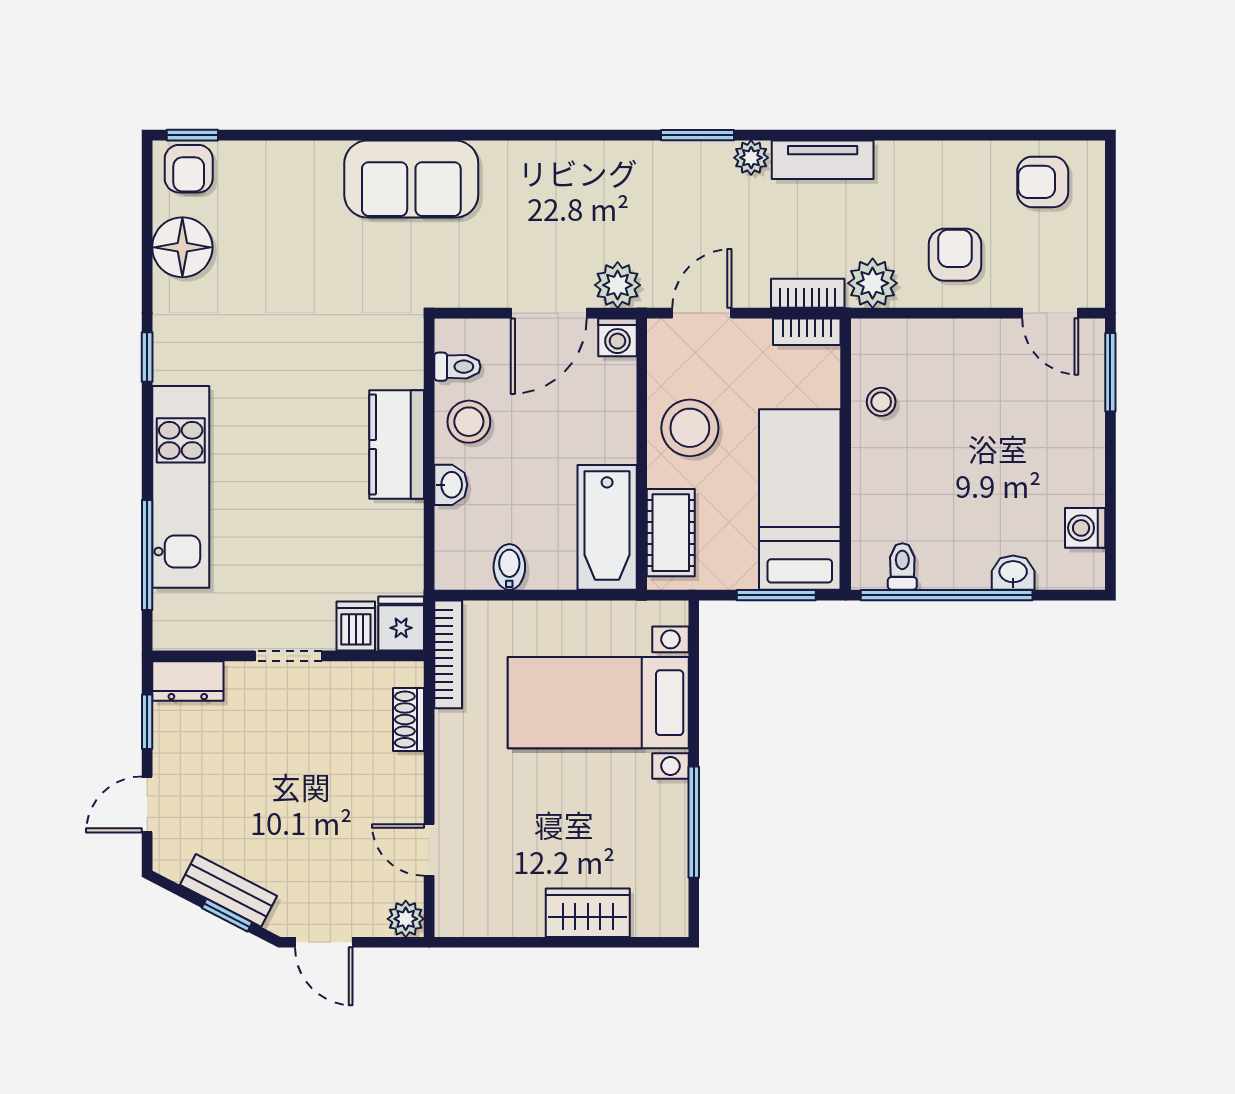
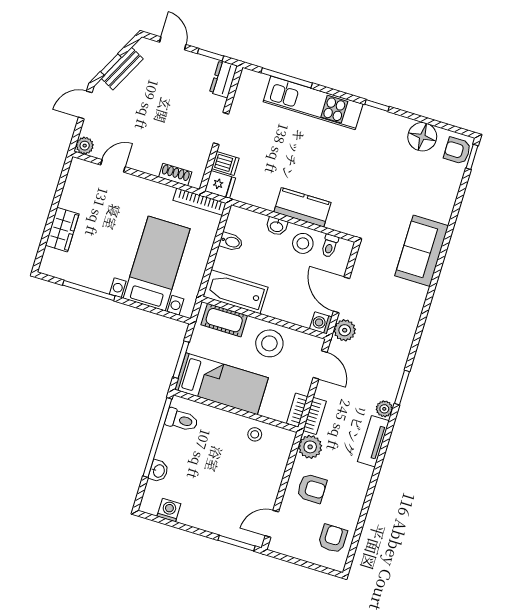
toilet: (902, 566) -> (182, 420), width x1.37, depth x1.39

